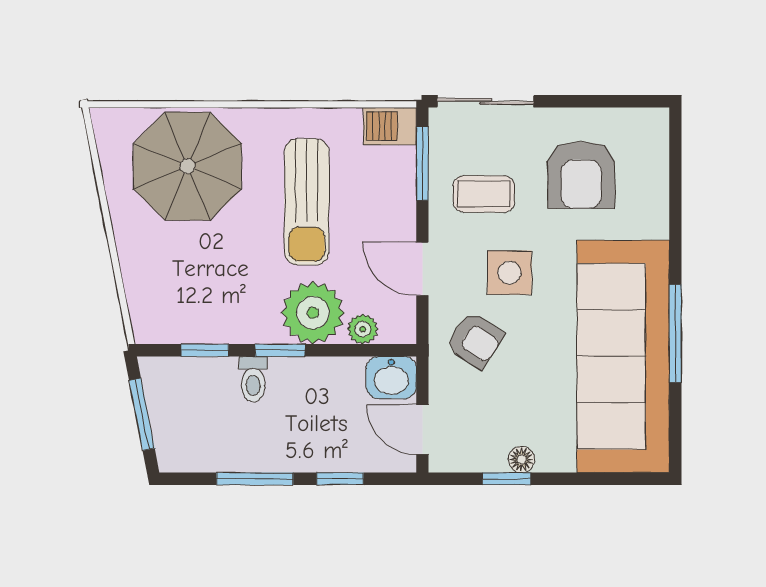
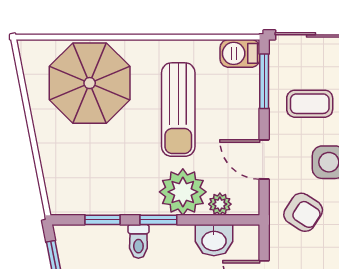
washbasin: (391, 377) -> (214, 240), moved

